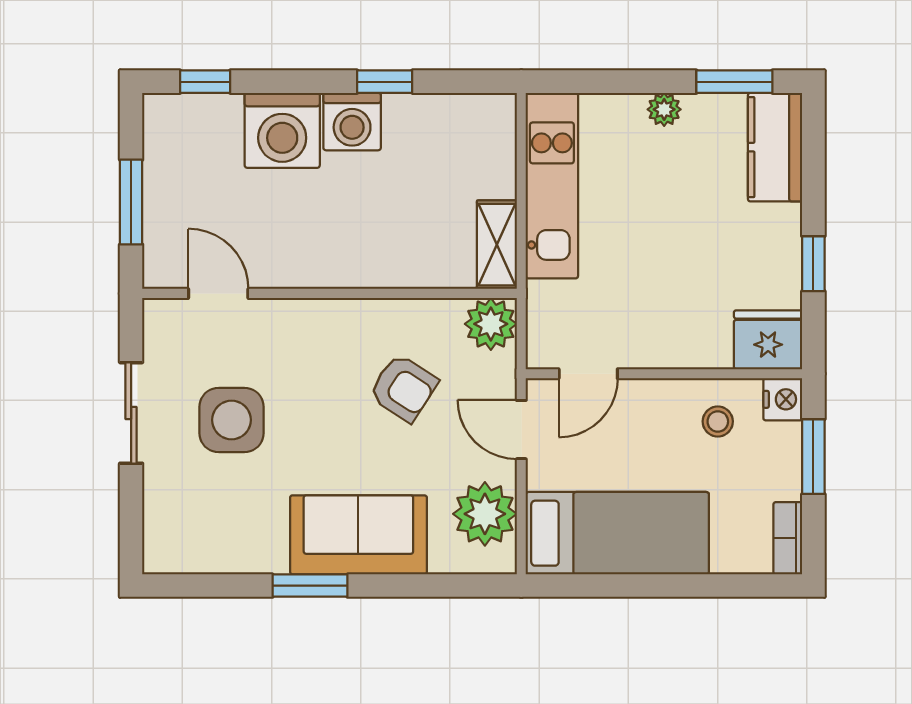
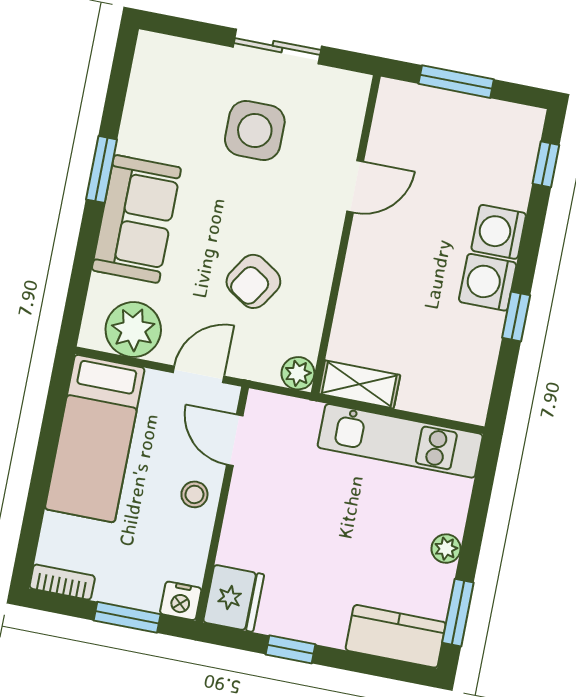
washing machine: (282, 130) -> (499, 232), width x0.73, depth x0.73
door: (218, 293) -> (355, 186), moved
plant: (491, 324) -> (298, 373), width x0.73, depth x0.73
stool: (718, 421) -> (194, 494), moved

